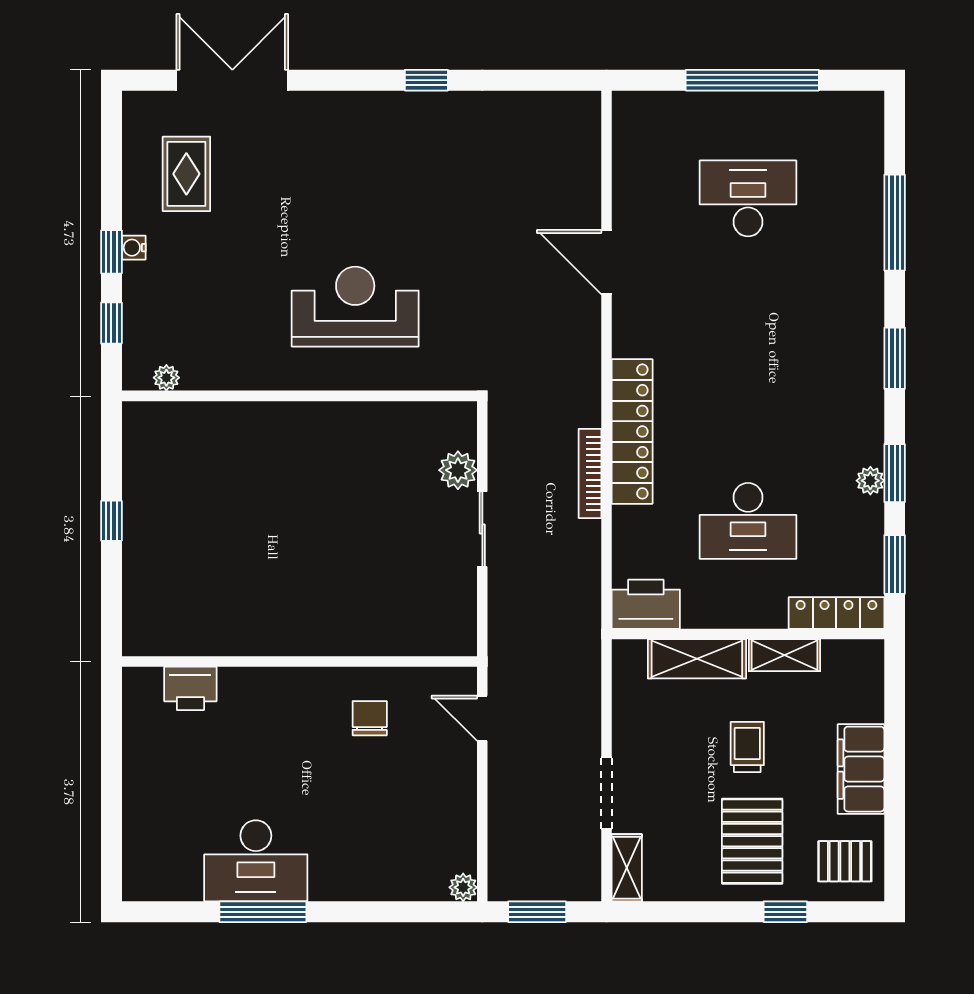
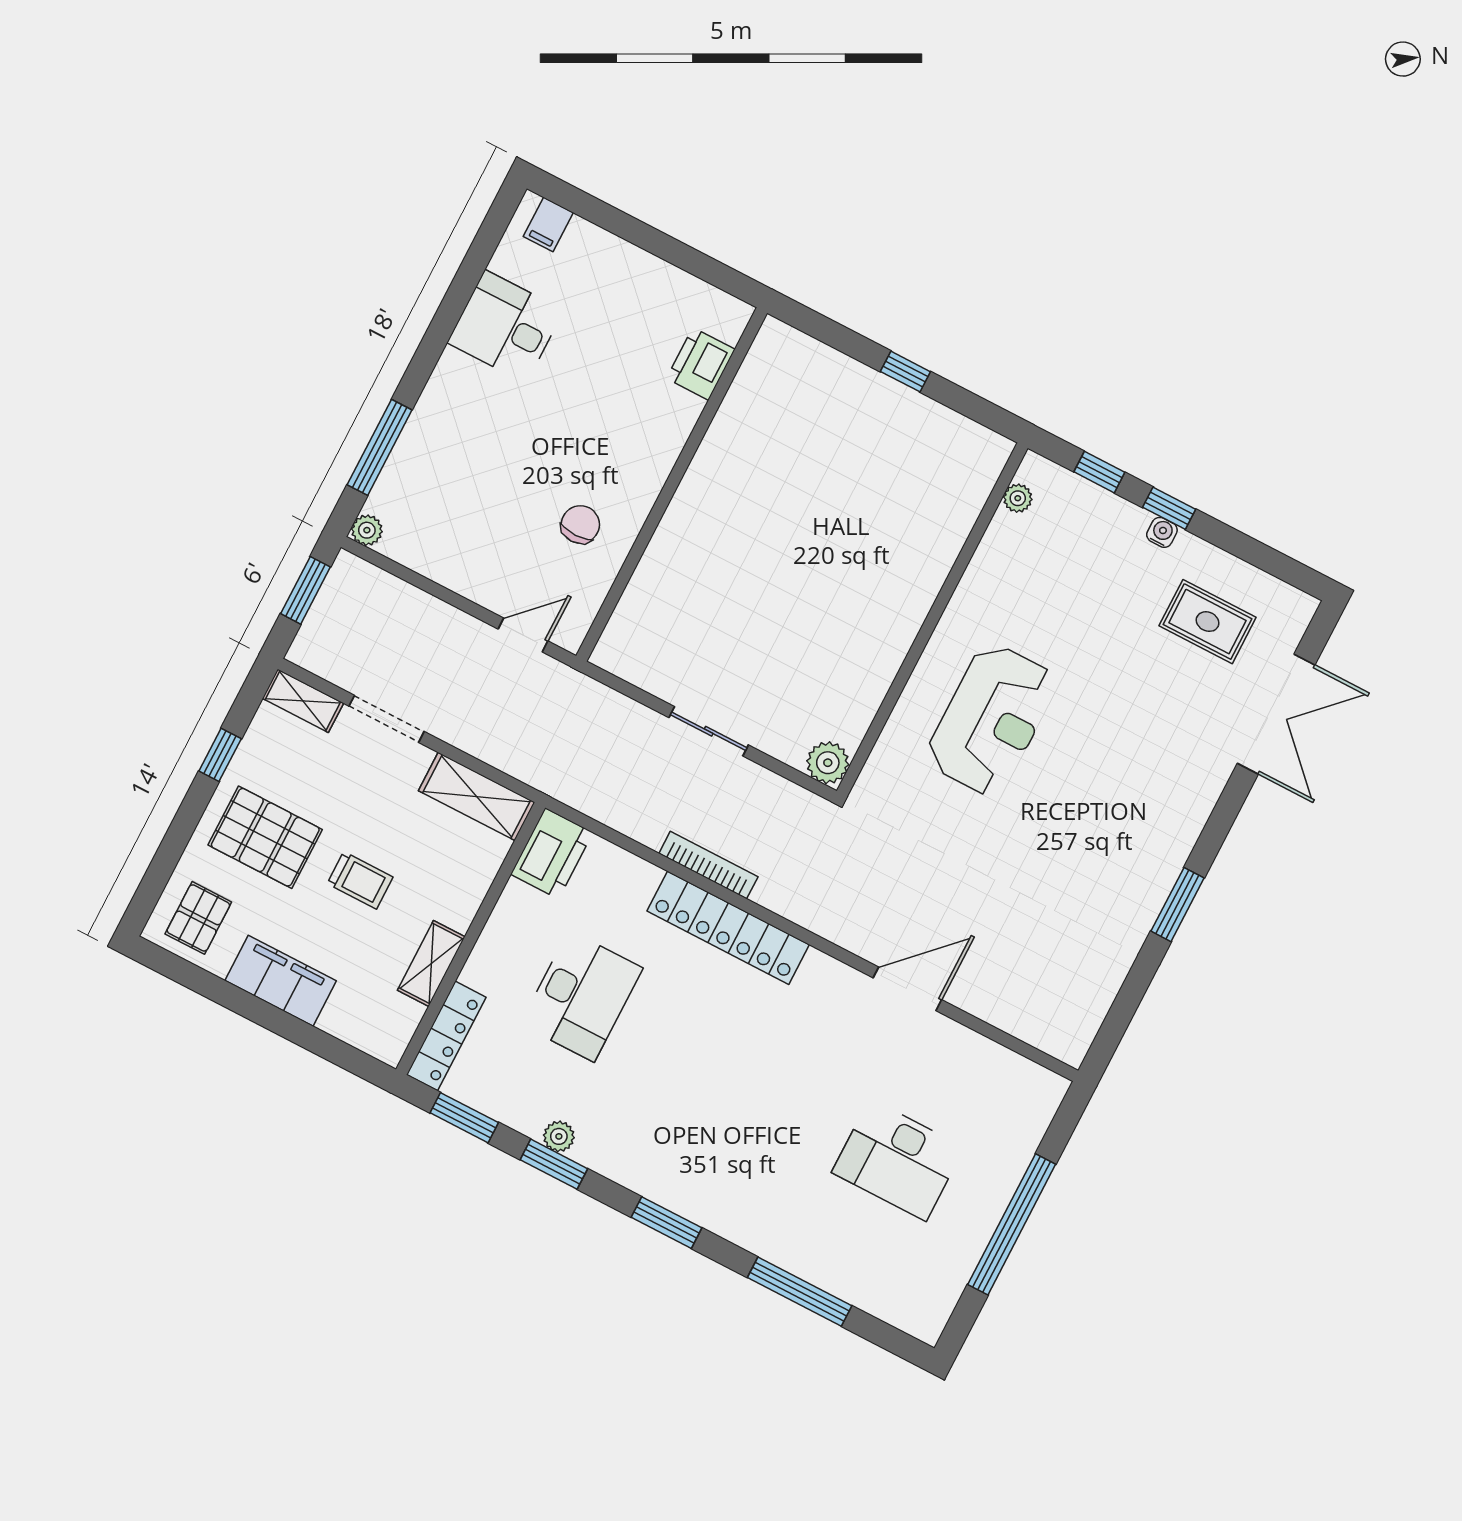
window: (426, 80) -> (1177, 905), width x1.50
desk: (748, 198) -> (898, 1160), turned 90
plant: (458, 470) -> (828, 763), moved
desk: (748, 521) -> (582, 996), turned 180
shelving: (697, 659) -> (477, 796), moved, turned 90
chair: (370, 718) -> (580, 525), turned -90
desk: (256, 861) -> (505, 327), width x0.73
filing cabinet: (142, 869) -> (548, 224), added
window: (263, 912) -> (380, 447), moved
window: (785, 912) -> (220, 755), moved

